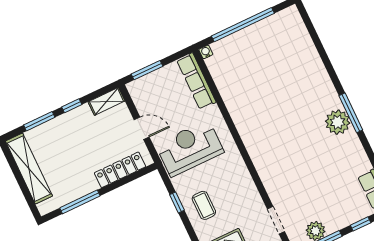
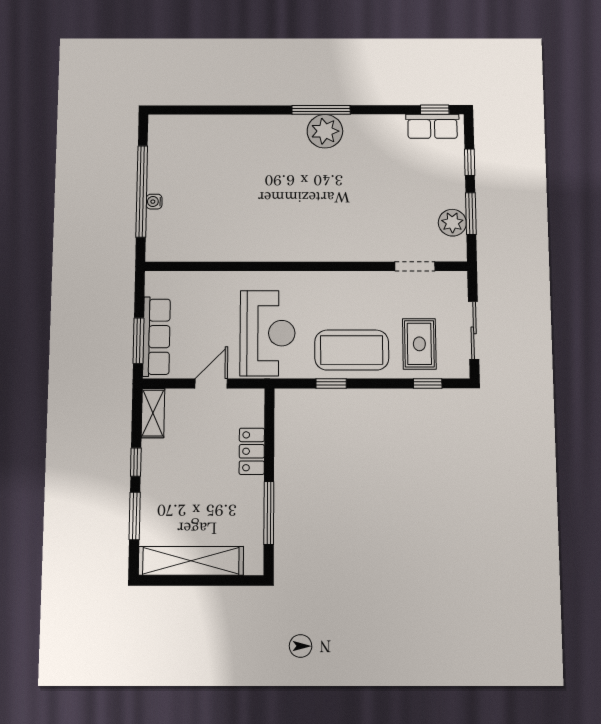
water cooler: (206, 52) -> (154, 202), moved
row of seats: (196, 81) -> (156, 337), moved, turned -90
reception desk: (190, 148) -> (268, 333), turned 180
locker: (120, 170) -> (252, 451), width x0.66
coffee table: (204, 205) -> (352, 350), width x1.86, depth x1.72

